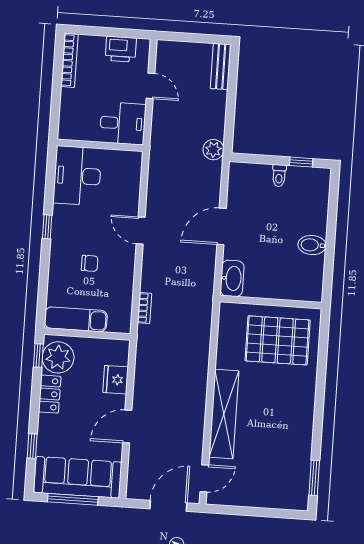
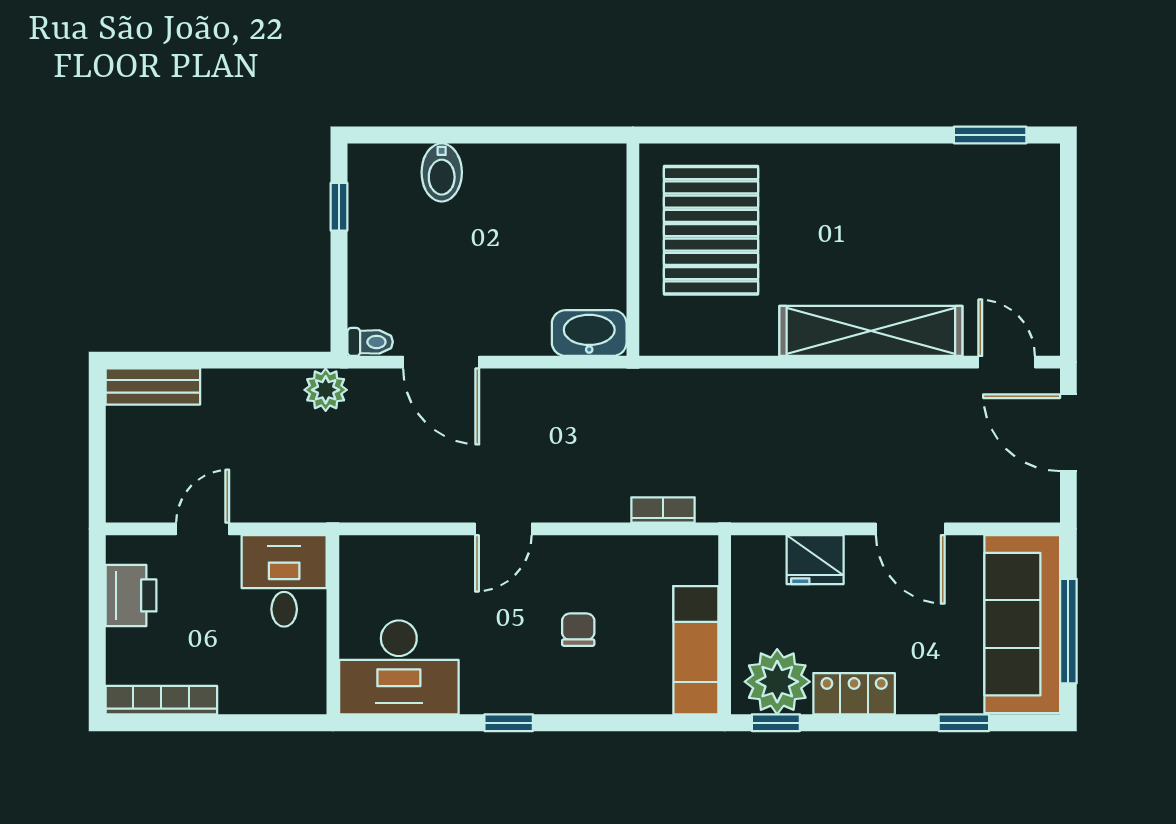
toilet: (279, 176) -> (370, 342), moved
door: (222, 226) -> (441, 362), moved
bidet: (312, 245) -> (442, 172), moved

